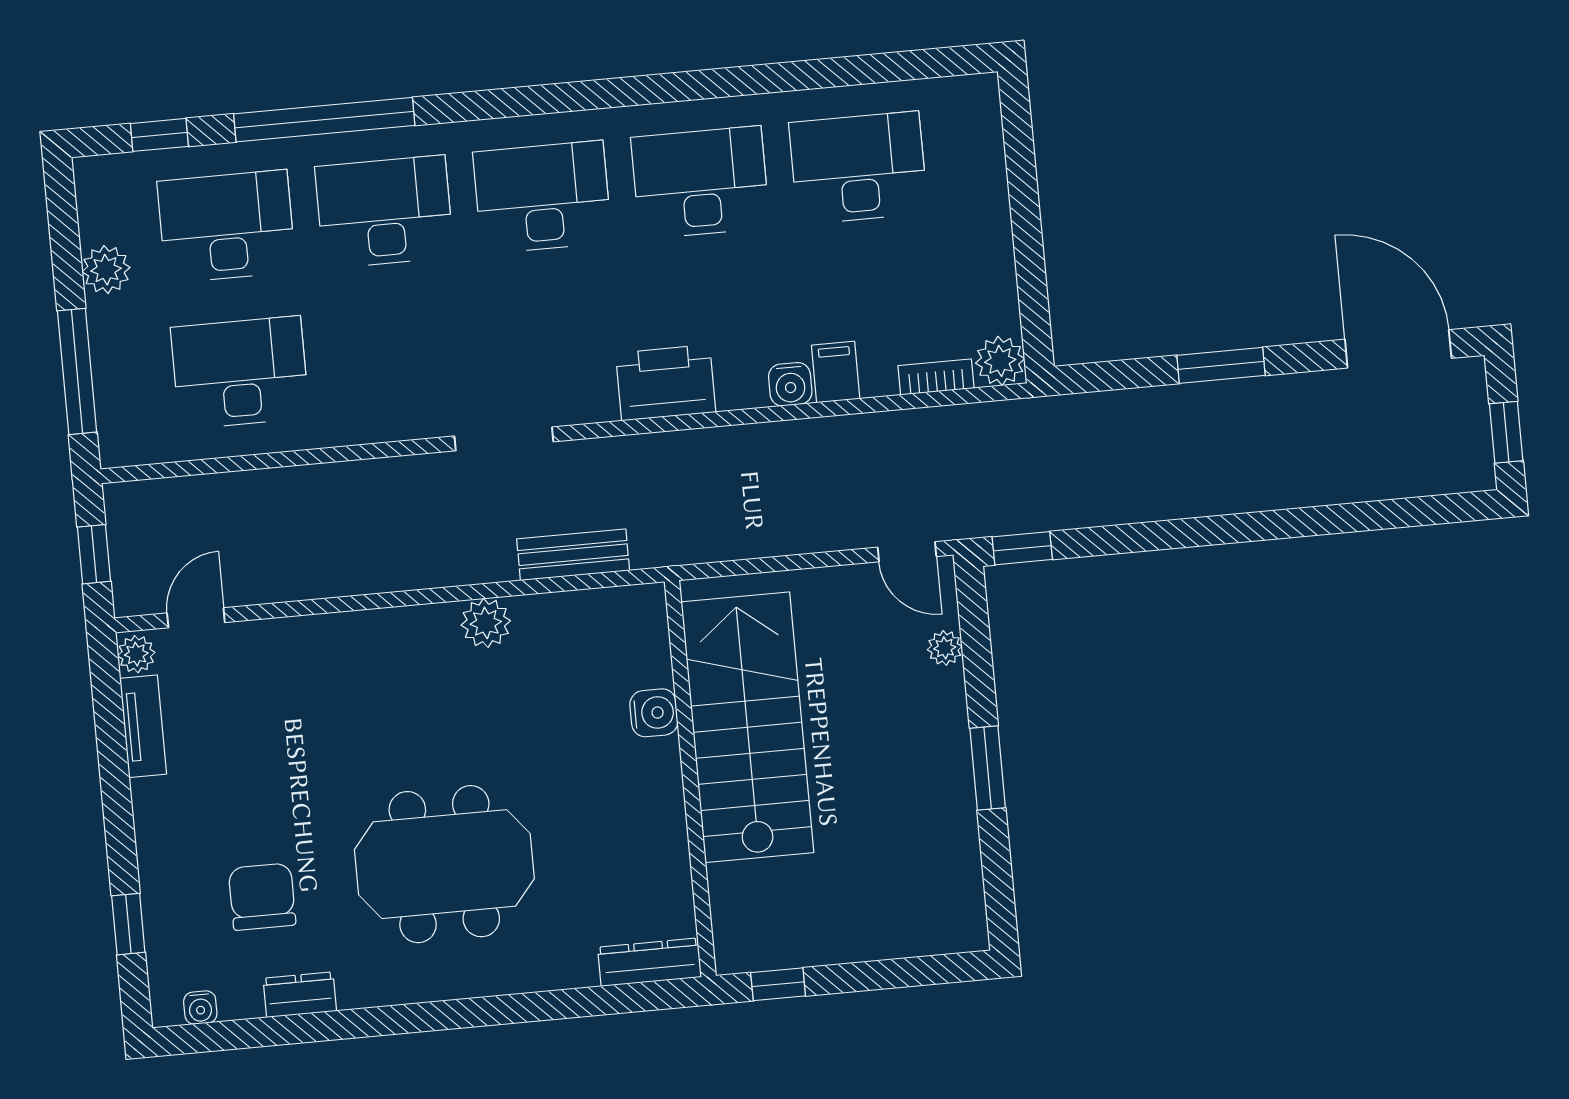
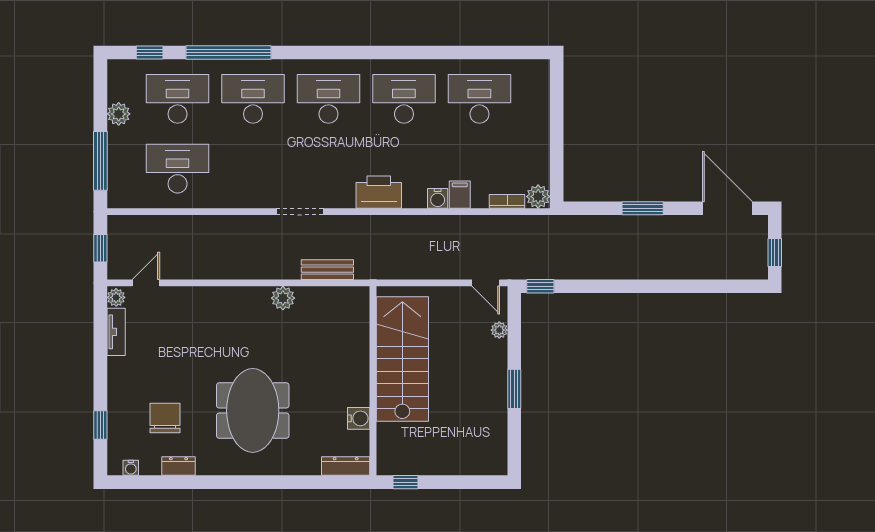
water cooler: (654, 713) -> (359, 418), moved
meeting table: (444, 864) -> (253, 410), turned 90

